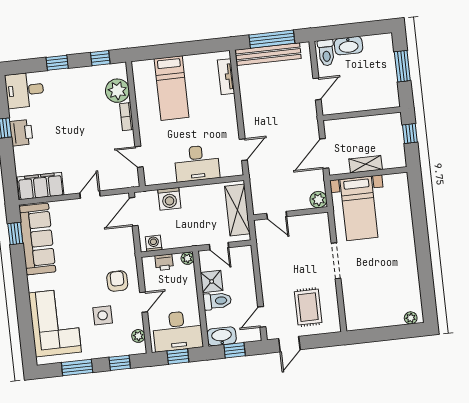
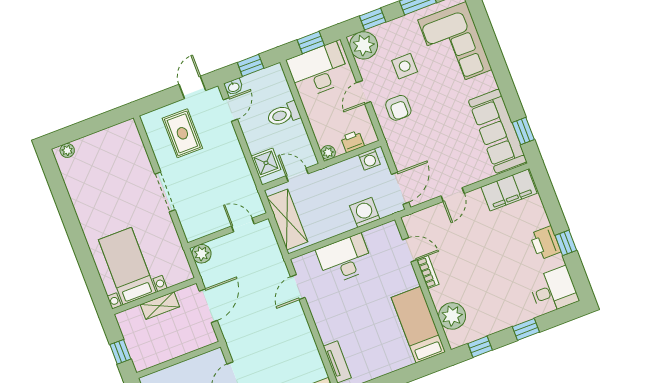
bed: (172, 88) -> (418, 325), moved
bookcase: (127, 117) -> (428, 272), moved
bed with nightstands: (359, 208) -> (127, 266), moved
shower: (212, 281) -> (266, 163), moved
plant: (138, 336) -> (364, 45), width x1.88, depth x1.88
washbasin: (222, 336) -> (234, 87), moved, width x0.52, depth x0.69

